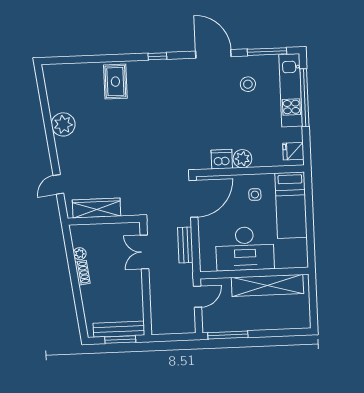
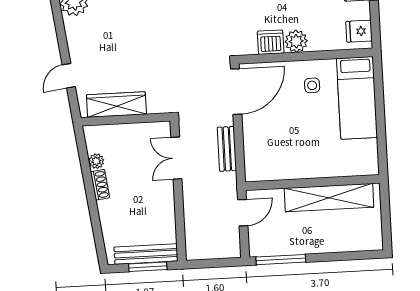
desk: (245, 249) -> (300, 153), removed

